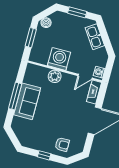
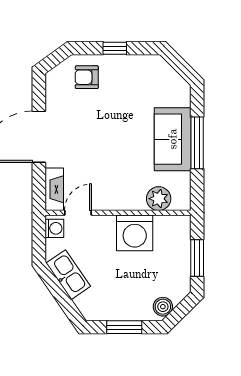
boiler: (46, 23) -> (163, 307), moved
kitchen sink: (95, 37) -> (68, 275), moved
plant: (55, 76) -> (159, 199), moved

